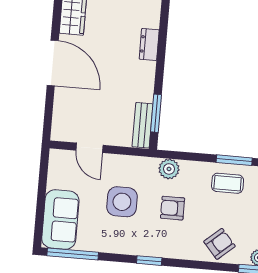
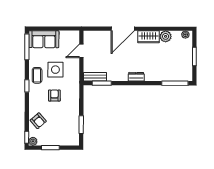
plant: (169, 169) -> (74, 92), removed
coffee table: (228, 183) -> (37, 75), moved

